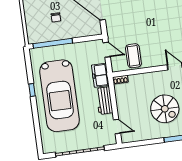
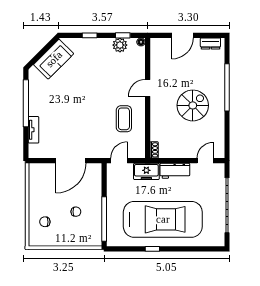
coffee table: (133, 56) -> (124, 119), moved, turned 90

